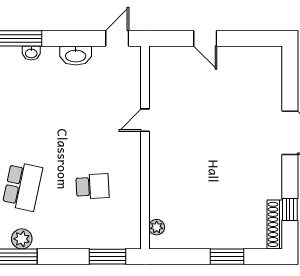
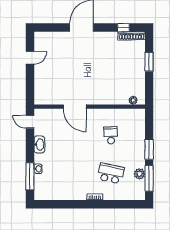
door: (205, 38) -> (30, 58), moved
door: (145, 120) -> (75, 107), width x1.87
window: (107, 257) -> (149, 149), moved

